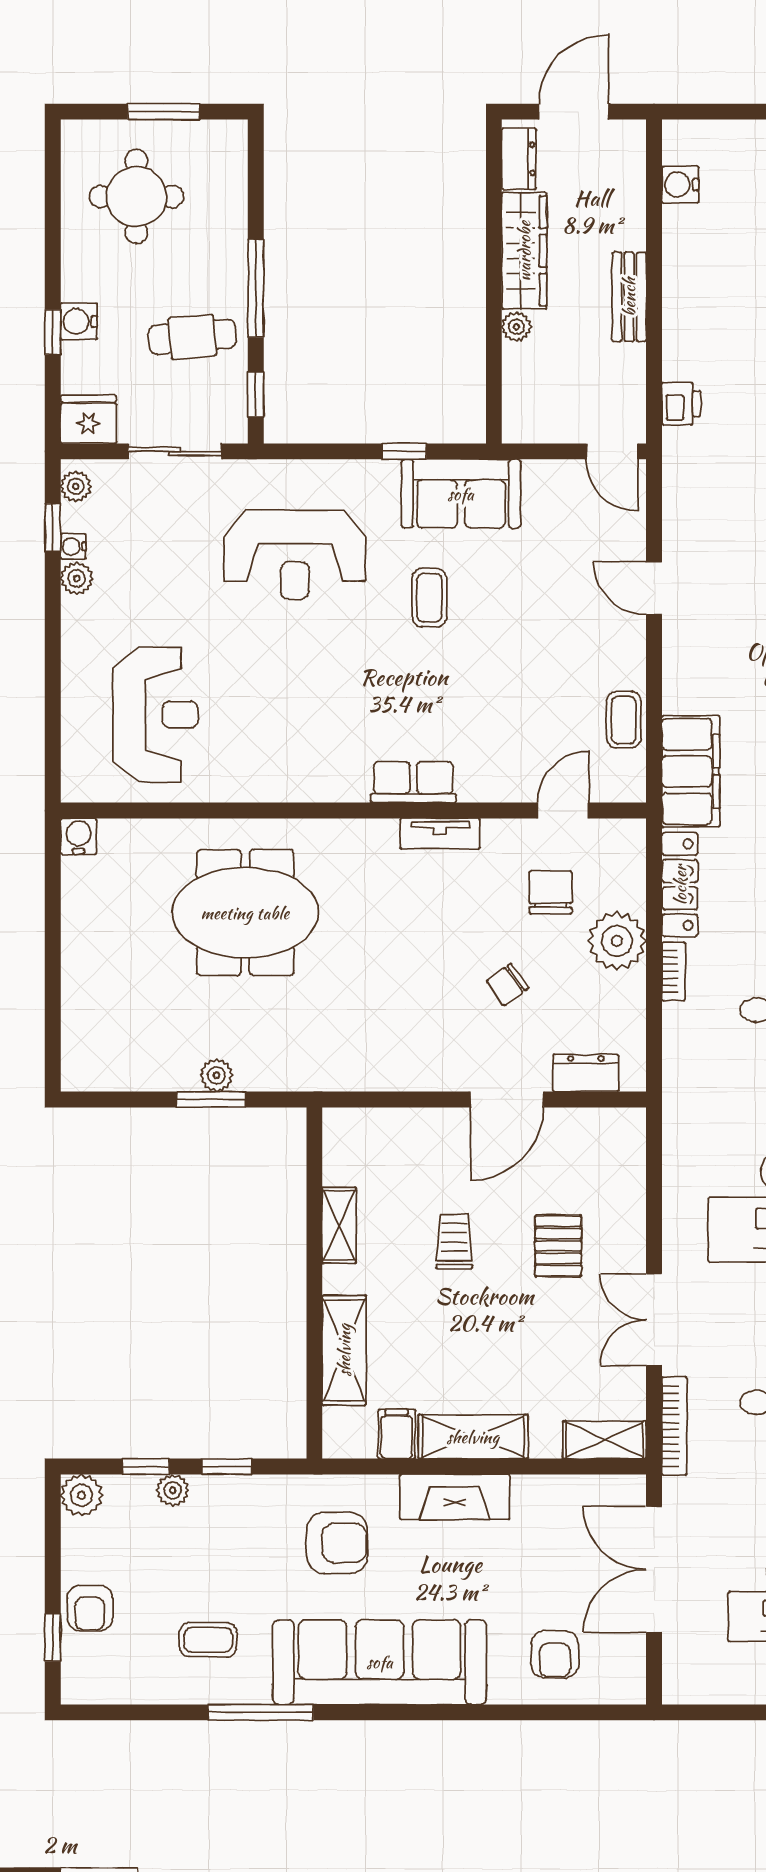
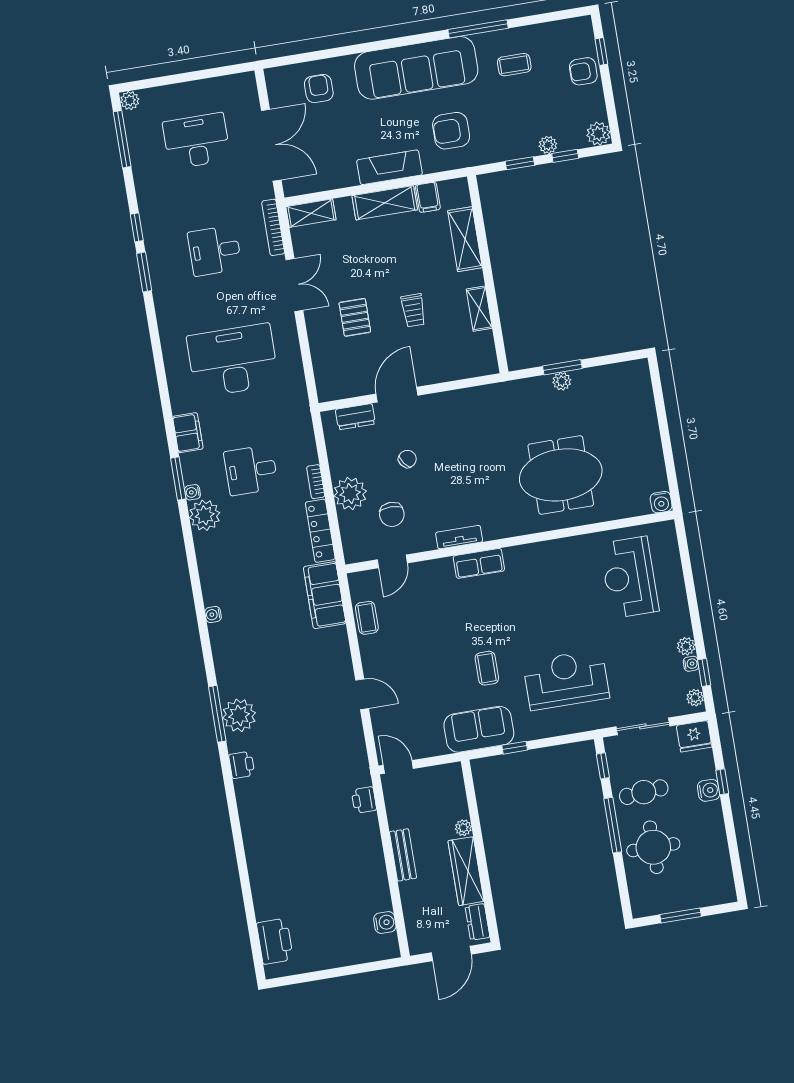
round table: (136, 197) -> (653, 847), moved
armchair: (90, 1608) -> (583, 71), turned -90

